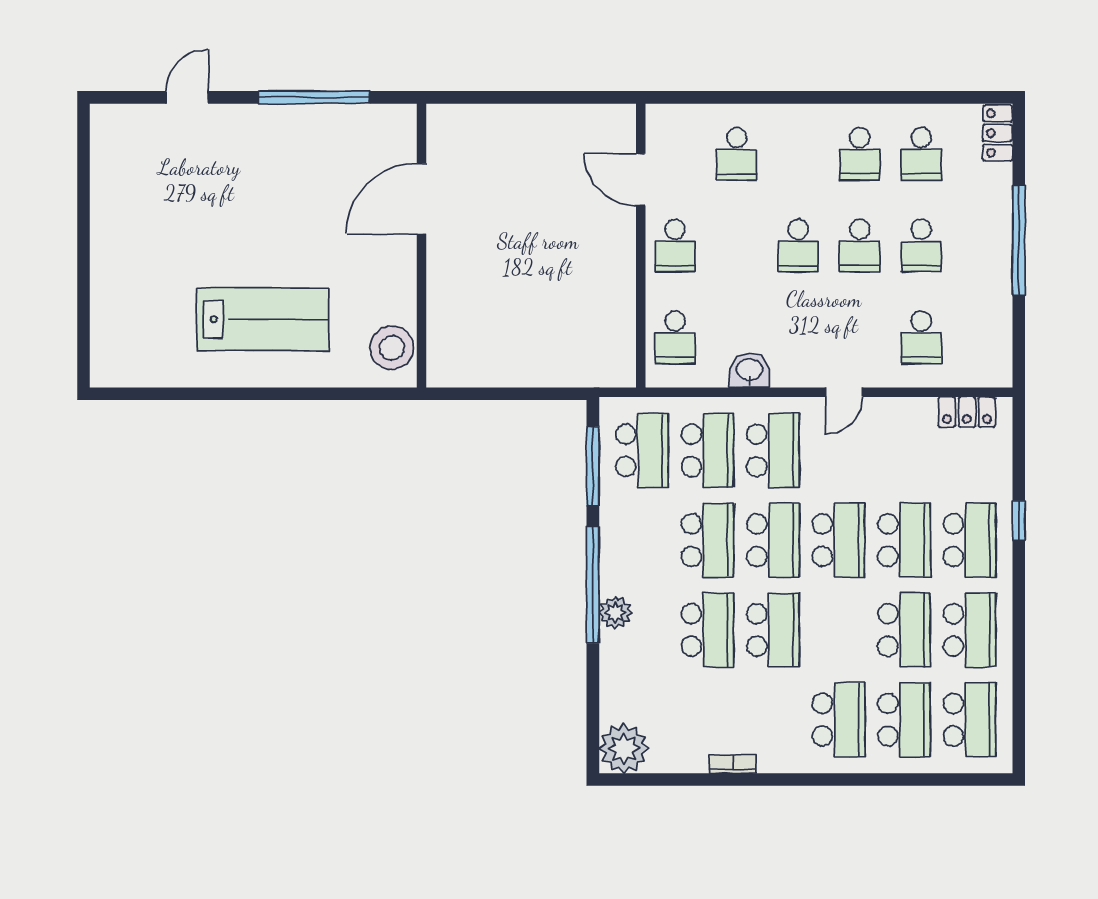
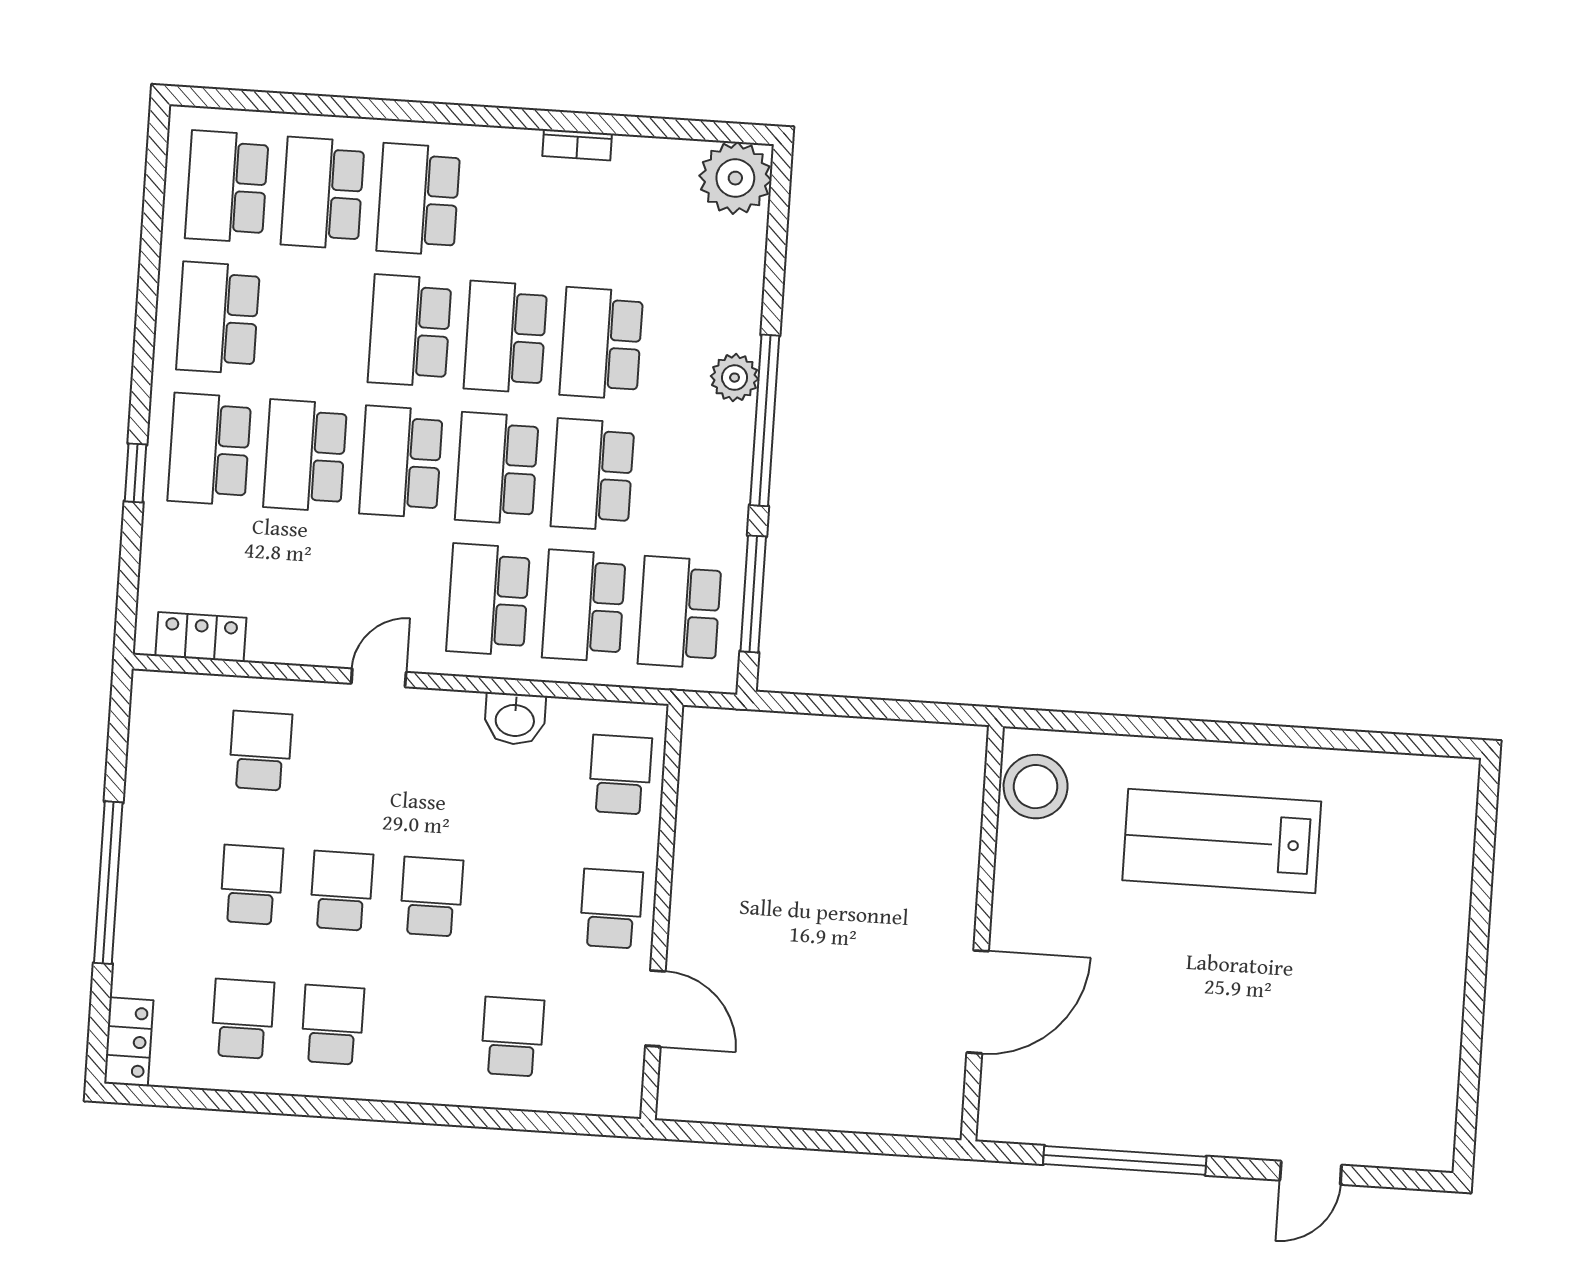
school desk: (904, 630) -> (410, 331), moved

